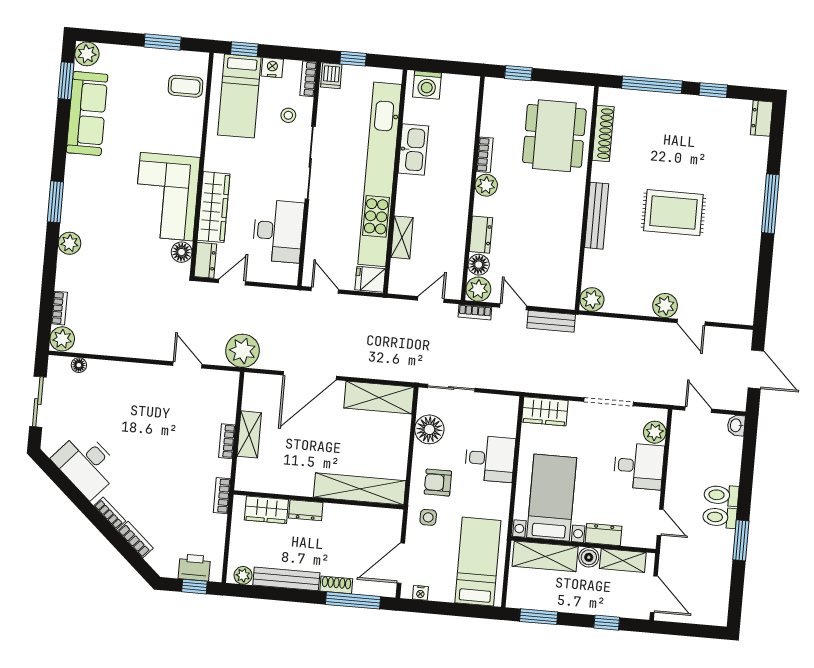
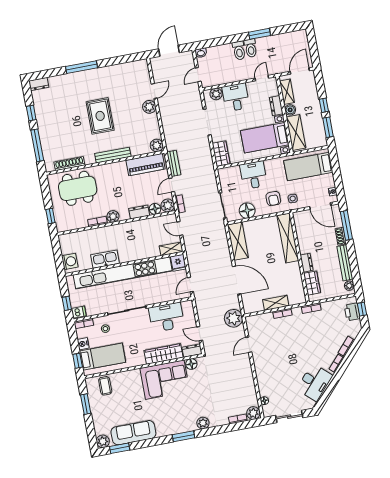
shelving: (402, 237) -> (171, 249), moved
piano: (563, 270) -> (145, 165), added
window: (607, 623) -> (324, 105), moved

